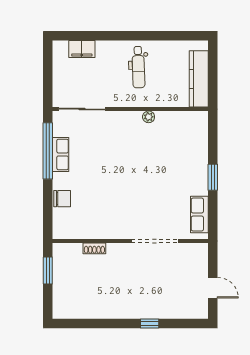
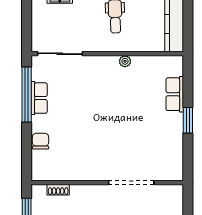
chair: (62, 199) -> (41, 141), turned -90
row of seats: (199, 215) -> (175, 94), moved
shoe rack: (94, 248) -> (58, 190), moved

